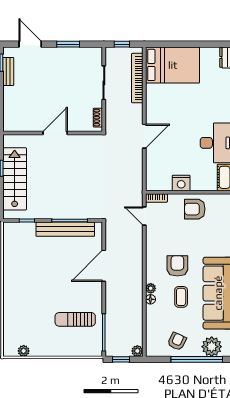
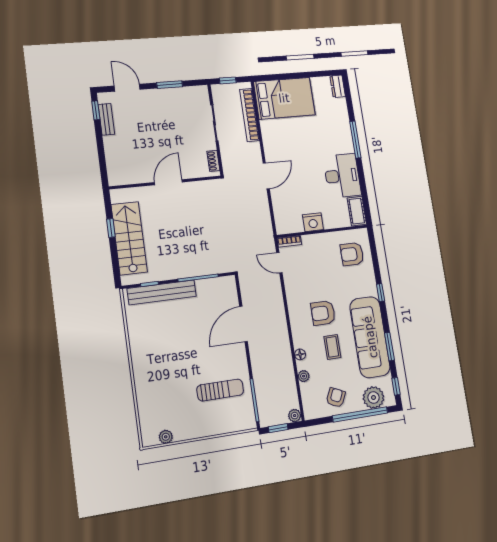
armchair: (195, 209) -> (352, 254), moved
bench: (65, 229) -> (162, 292), moved
armchair: (177, 266) -> (323, 313), turned -90
plant: (151, 288) -> (304, 376), moved
sun lounger: (75, 319) -> (220, 390), turned 180

